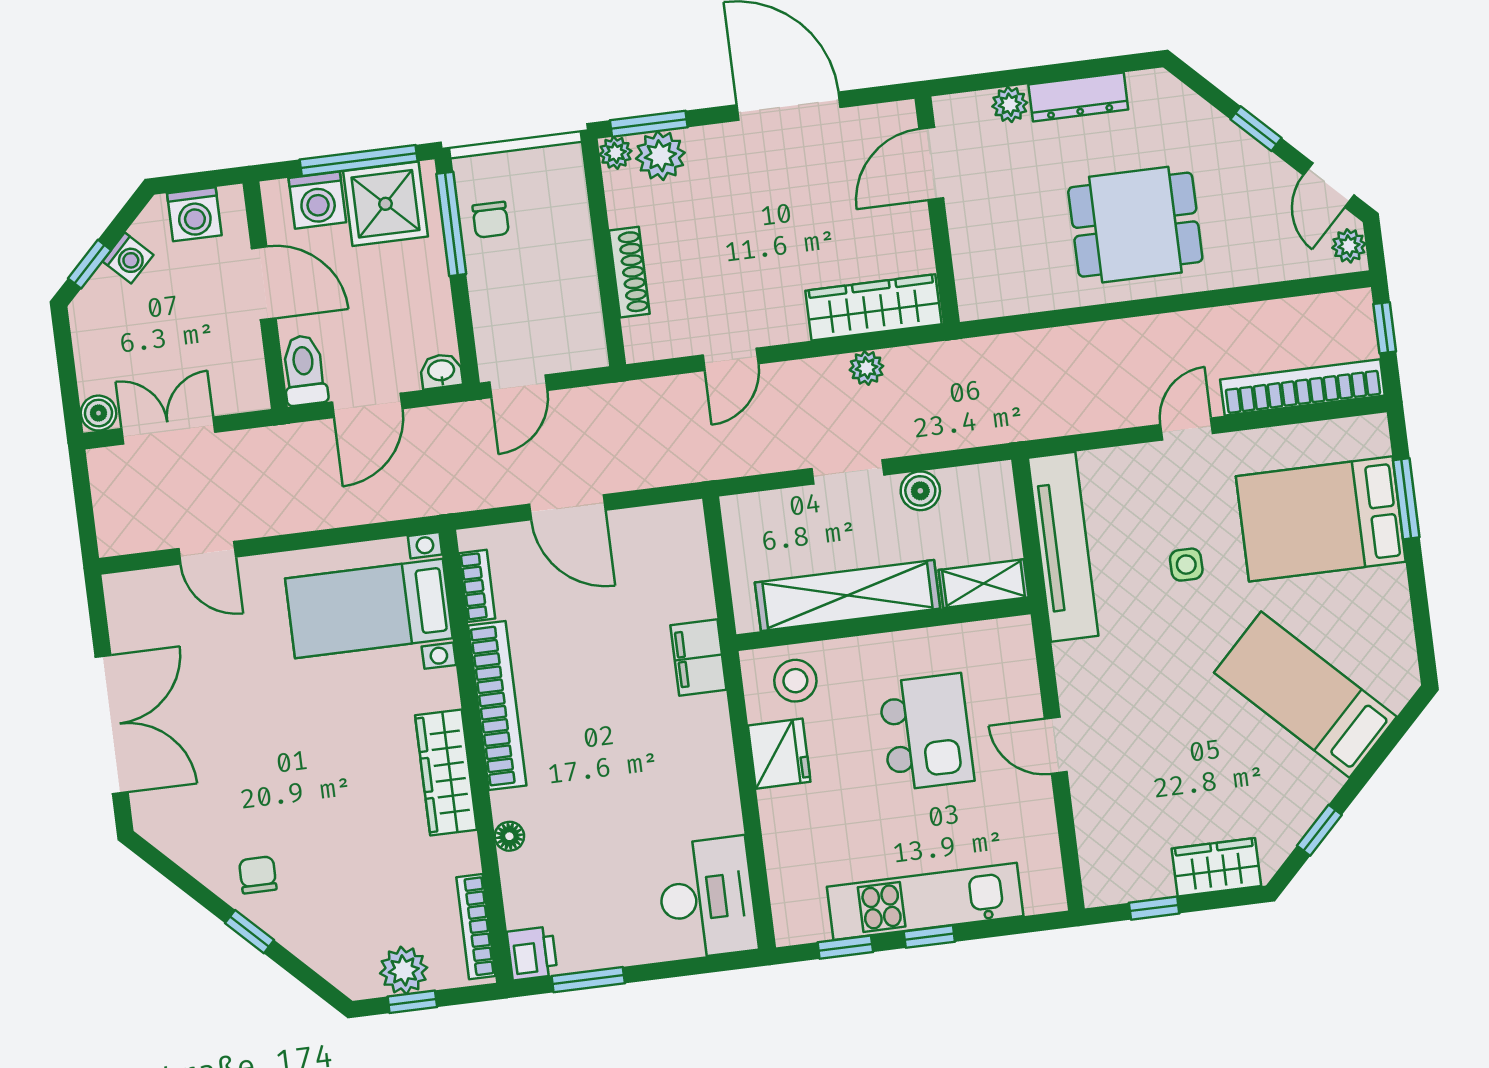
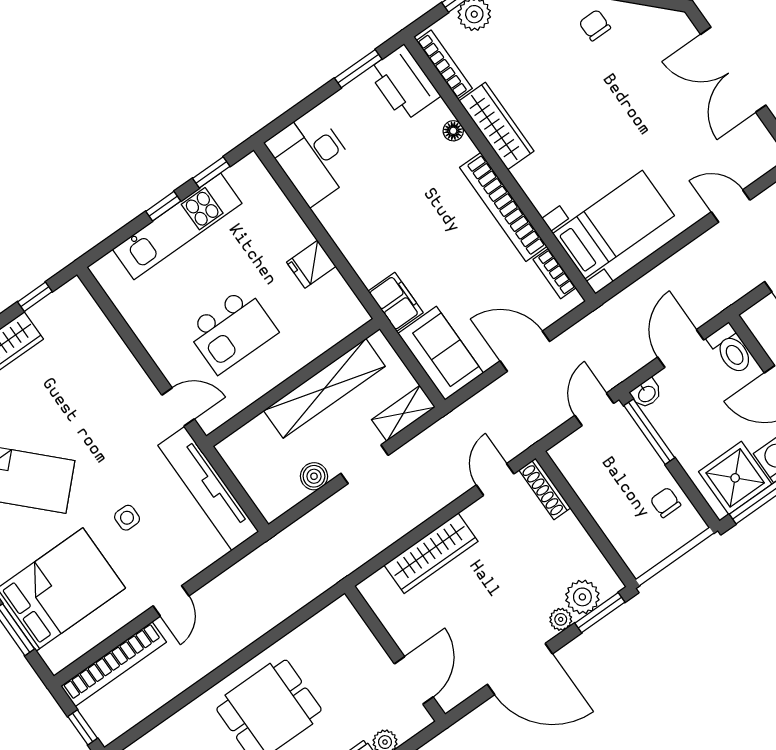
plant: (615, 153) -> (561, 619), moved
window: (451, 224) -> (649, 432), moved
shoe rack: (629, 272) -> (545, 489), moved
wardrobe: (873, 307) -> (431, 553), moved
door: (731, 359) -> (495, 479), moved
plant: (867, 368) -> (387, 534), removed
sofa: (676, 562) -> (441, 353), added
shelving: (984, 584) -> (403, 413), moved
stool: (795, 681) -> (329, 319), removed
kitchen island: (926, 732) -> (232, 330), turned -90
door: (1056, 745) -> (178, 407), moved
fridge: (779, 754) -> (311, 264), width x0.72
wardrobe: (446, 773) -> (496, 126), moved
chair: (258, 875) -> (595, 25), turned 180
printer: (532, 953) -> (404, 83), width x1.87, depth x1.48

